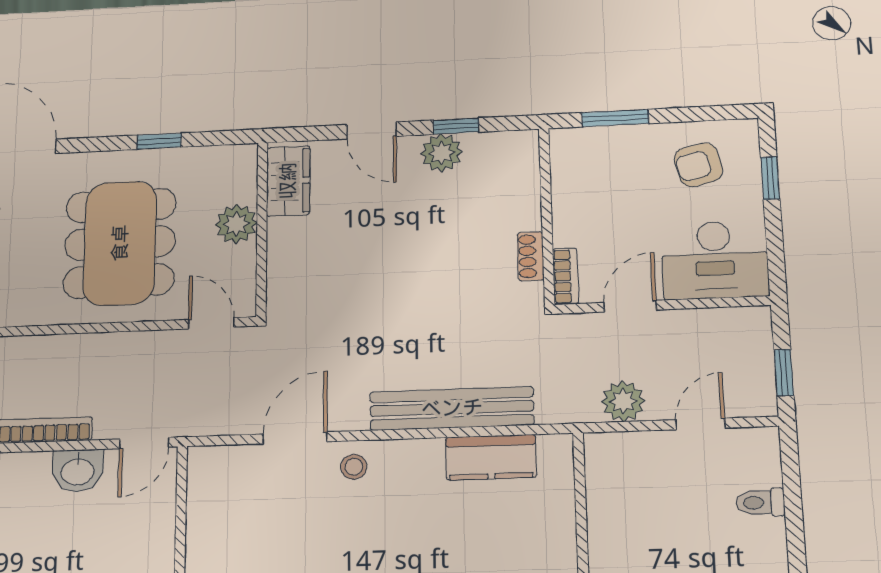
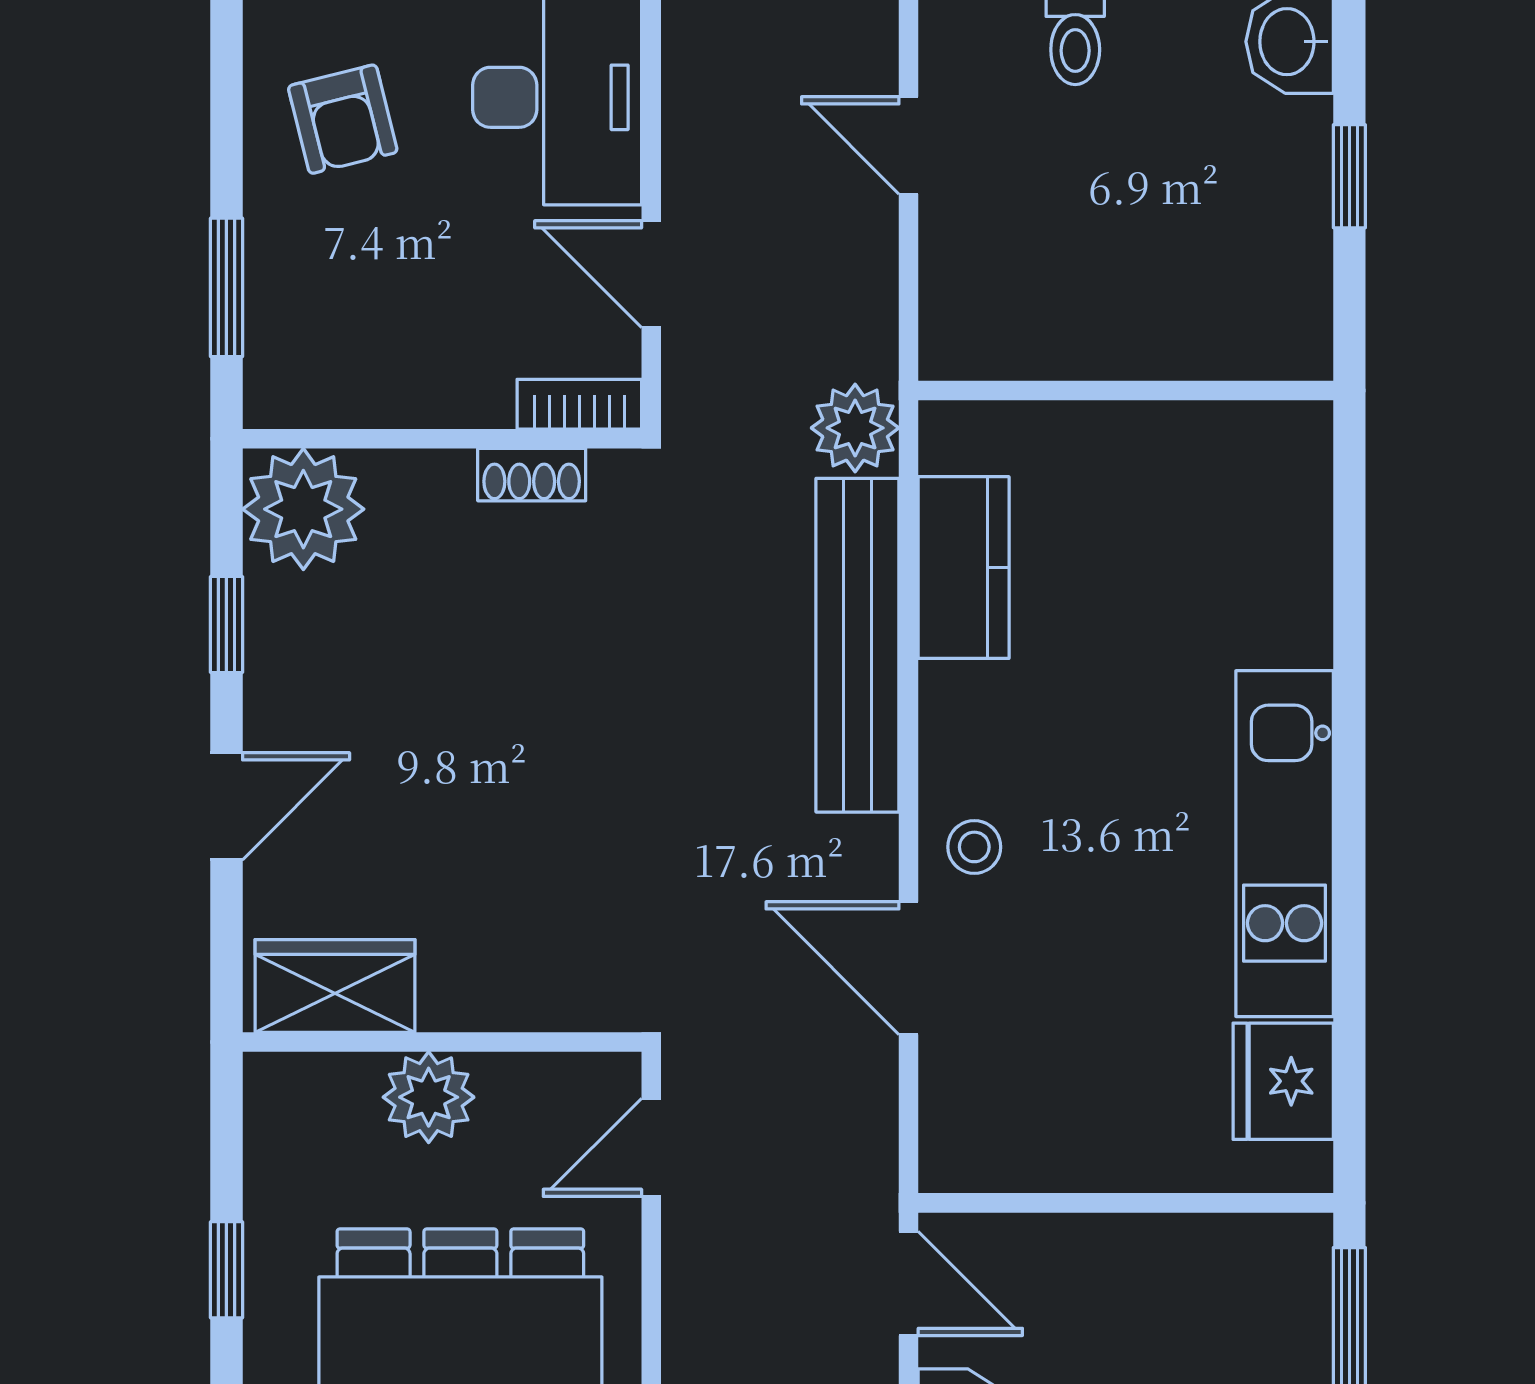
plant: (442, 153) -> (303, 509), moved, width x1.36, depth x1.36
plant: (623, 401) -> (855, 428), moved

